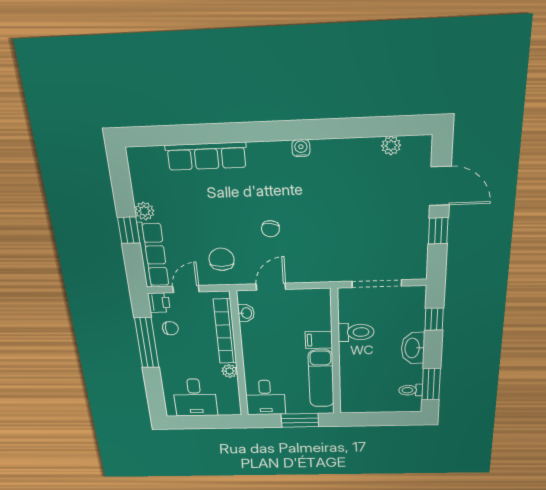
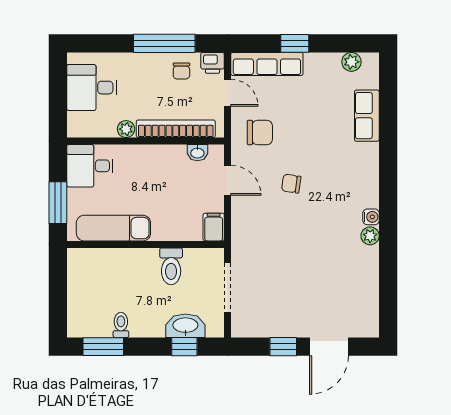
plant: (391, 146) -> (370, 236), moved
row of seats: (206, 156) -> (367, 116), width x0.68
plant: (144, 211) -> (351, 62), moved
filing cabinet: (319, 340) -> (214, 227), moved
washbasin: (413, 348) -> (185, 326), moved
toilet: (411, 390) -> (121, 325), moved

